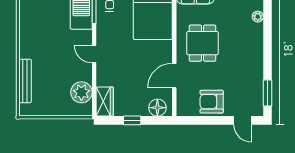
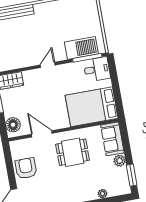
plant: (81, 92) -> (14, 60), removed

